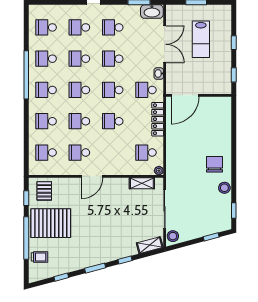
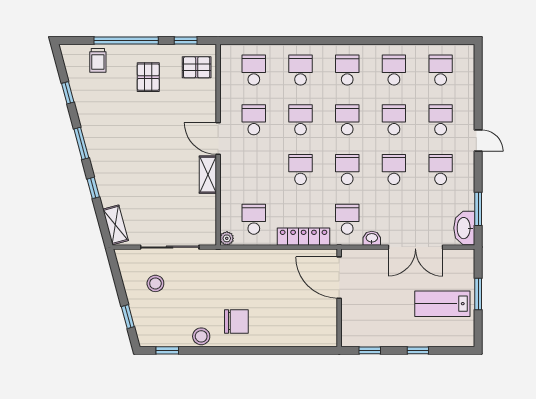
lab bench: (201, 39) -> (442, 304), moved
window: (26, 75) -> (370, 40), removed
shelving: (142, 183) -> (208, 175), moved
pallet: (51, 223) -> (148, 77), width x0.49, depth x0.50
stool: (173, 236) -> (155, 283), moved

